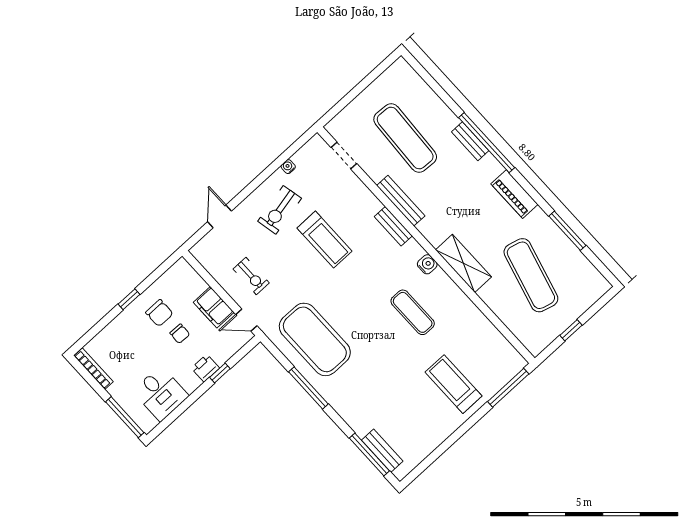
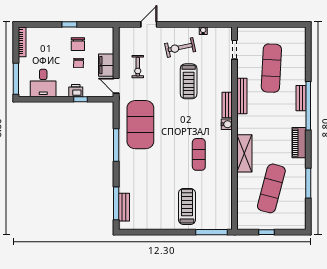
water cooler: (427, 264) -> (227, 124), moved

